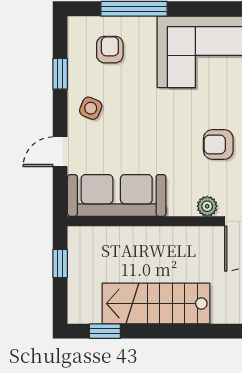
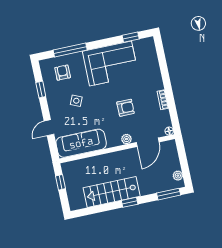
side table: (91, 108) -> (76, 101), moved
armchair: (218, 144) -> (126, 108), turned 180
window: (105, 331) -> (130, 202), moved

